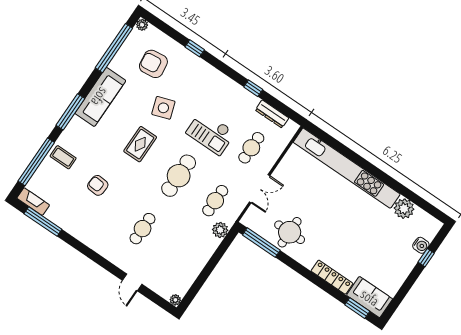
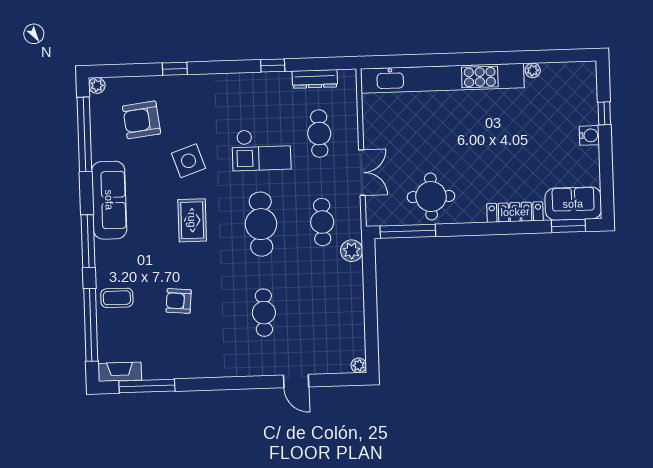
plant: (404, 209) -> (533, 70), width x0.53, depth x0.53
water cooler: (421, 245) -> (589, 135), moved

